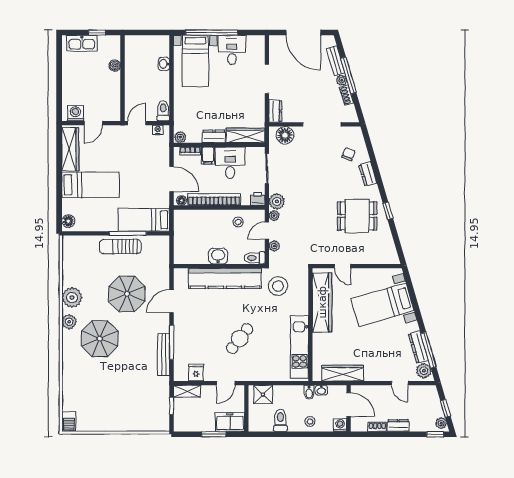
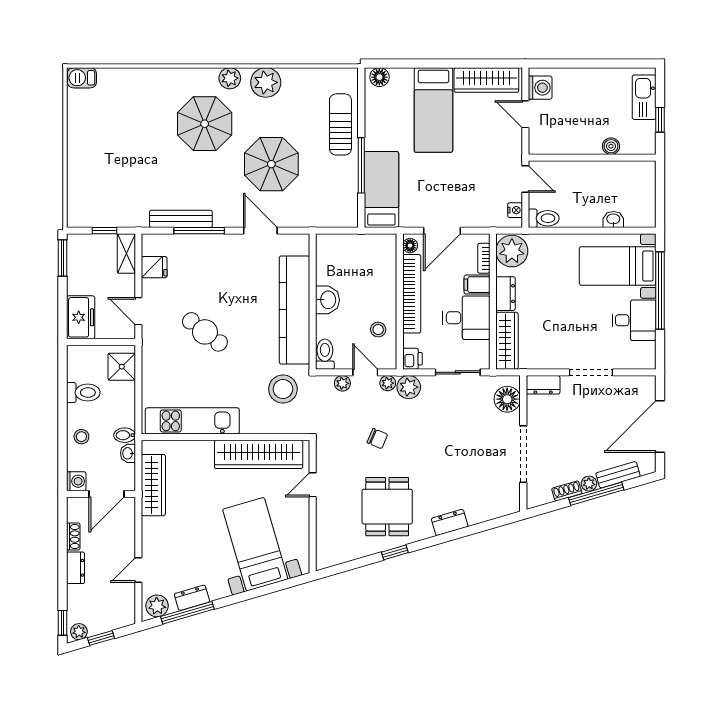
plant: (180, 137) -> (512, 251), width x1.88, depth x1.88
chair: (349, 154) -> (377, 439), moved
sun lounger: (120, 247) -> (340, 124), moved
dresser: (418, 347) -> (192, 598), width x0.70
window: (214, 434) -> (62, 258), moved

